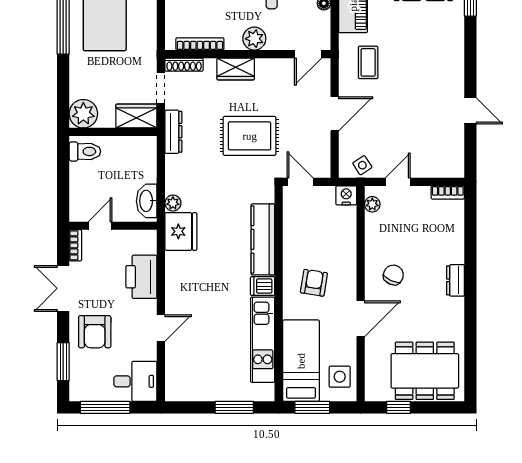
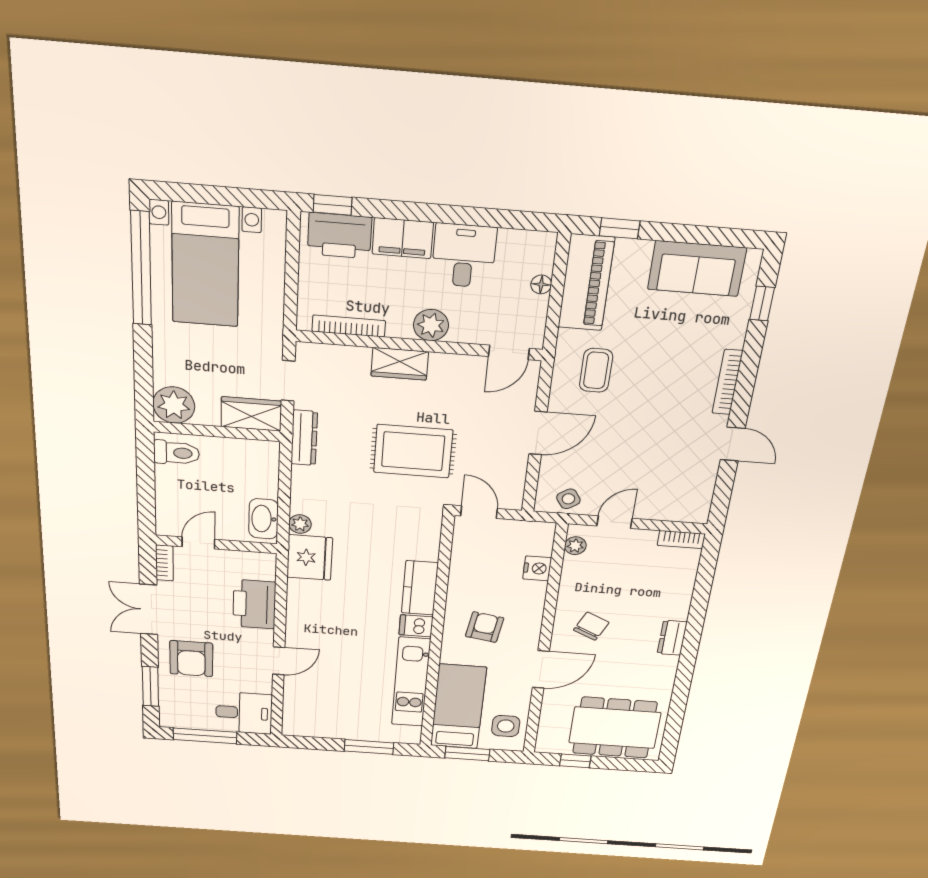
bookcase: (458, 64) -> (727, 382), added
shoe rack: (184, 65) -> (324, 352), removed
nightstand: (346, 195) -> (537, 568), moved, turned 90
kitchen counter: (263, 239) -> (420, 588), width x0.67

